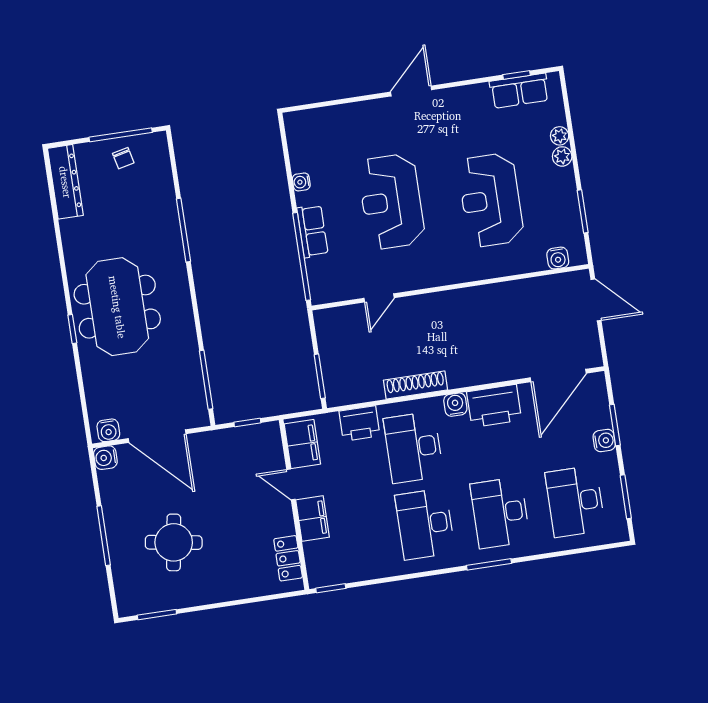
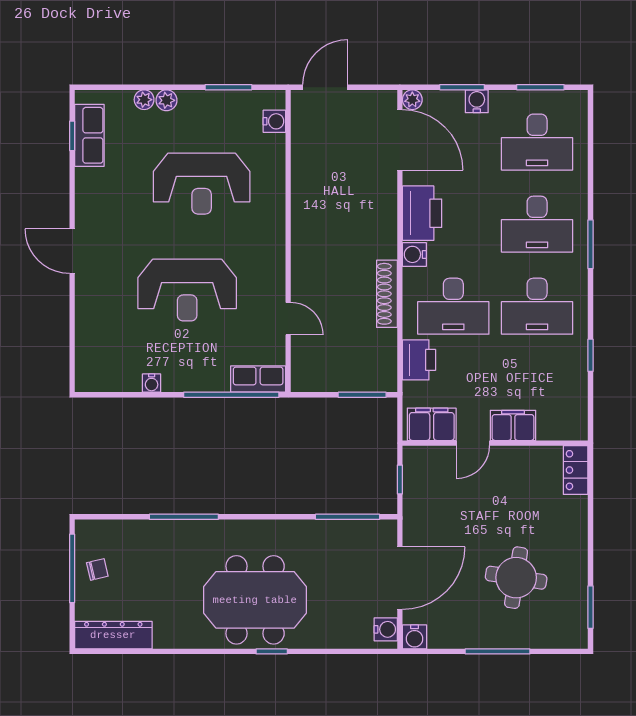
row of seats: (312, 231) -> (258, 379), moved
plant: (597, 381) -> (412, 100), added
locker: (288, 558) -> (576, 470), moved, turned 90
window: (331, 588) -> (591, 355), moved

